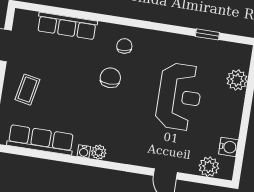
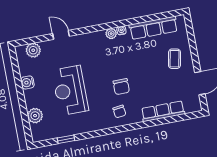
water cooler: (228, 147) -> (27, 82), moved

